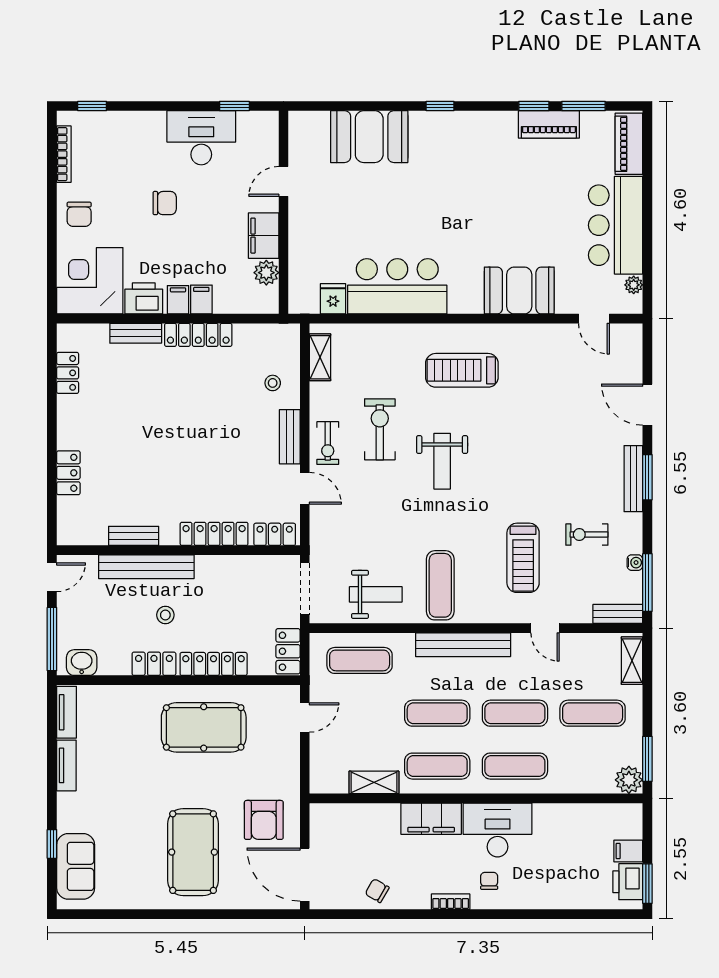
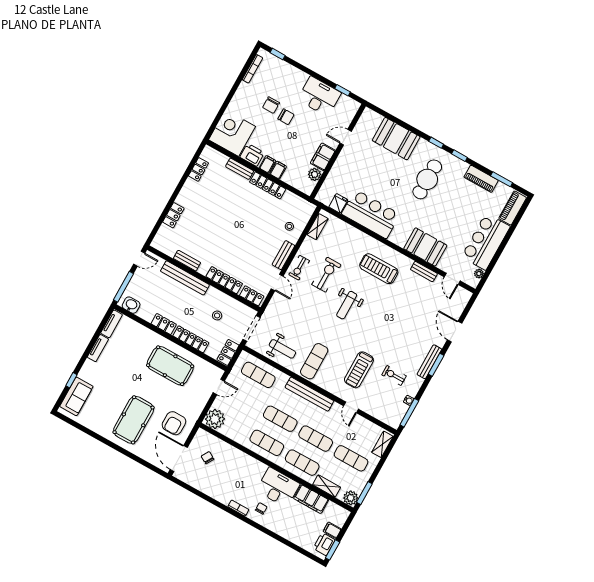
window: (534, 106) -> (459, 156), moved
cafe table: (459, 176) -> (427, 179), added
chair: (79, 214) -> (271, 105), moved
bench: (618, 614) -> (424, 272), moved
stool: (165, 615) -> (217, 315), moved
plant: (328, 775) -> (215, 419), added
shelving: (374, 782) -> (327, 486), moved
filing cabinet: (431, 819) -> (311, 499), moved
chair: (377, 891) -> (208, 458), moved

